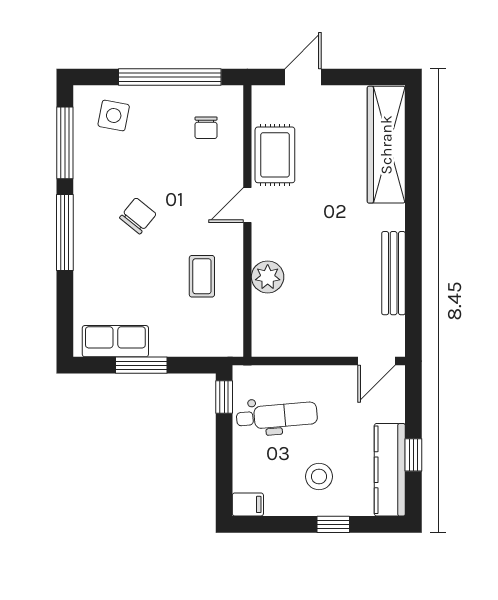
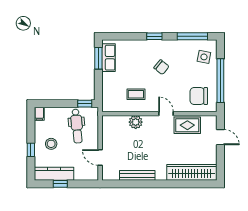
chair: (206, 128) -> (199, 96), width x1.87, depth x1.87
window: (65, 233) -> (154, 36), width x0.46
door: (376, 361) -> (100, 158), moved
window: (141, 365) -> (98, 58), moved

